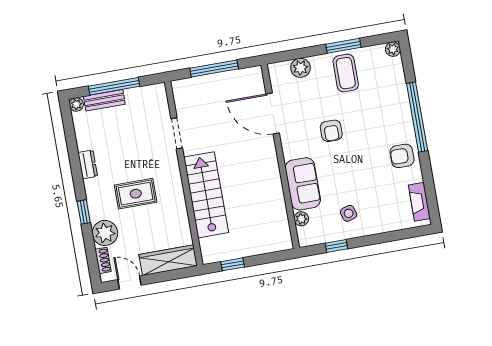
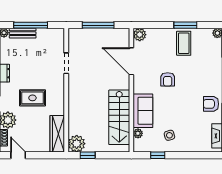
plant: (300, 68) -> (140, 35), moved
stairs: (206, 195) -> (119, 117), moved, turned 180
plant: (213, 250) -> (77, 144), added
wardrobe: (168, 260) -> (57, 134), moved, turned -90

